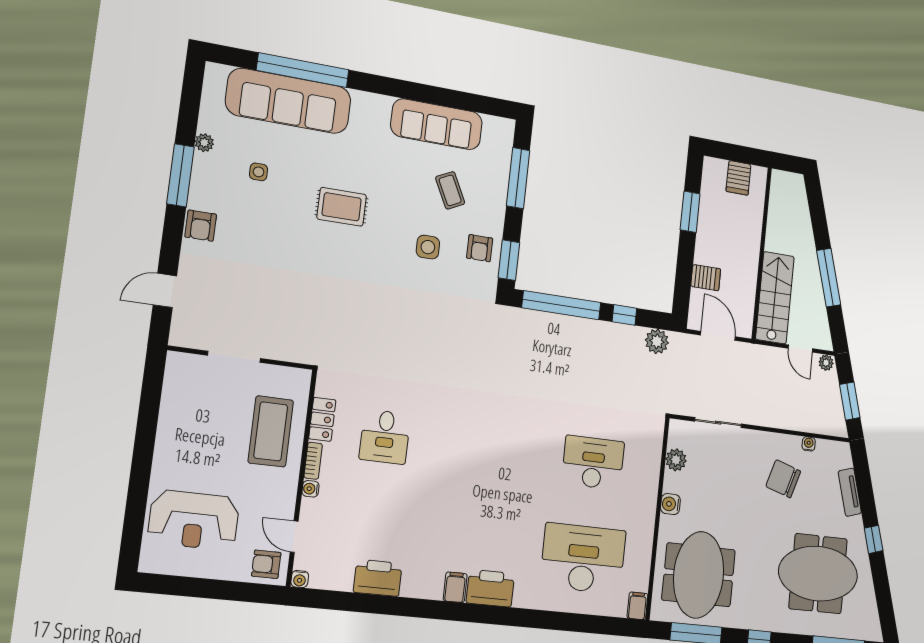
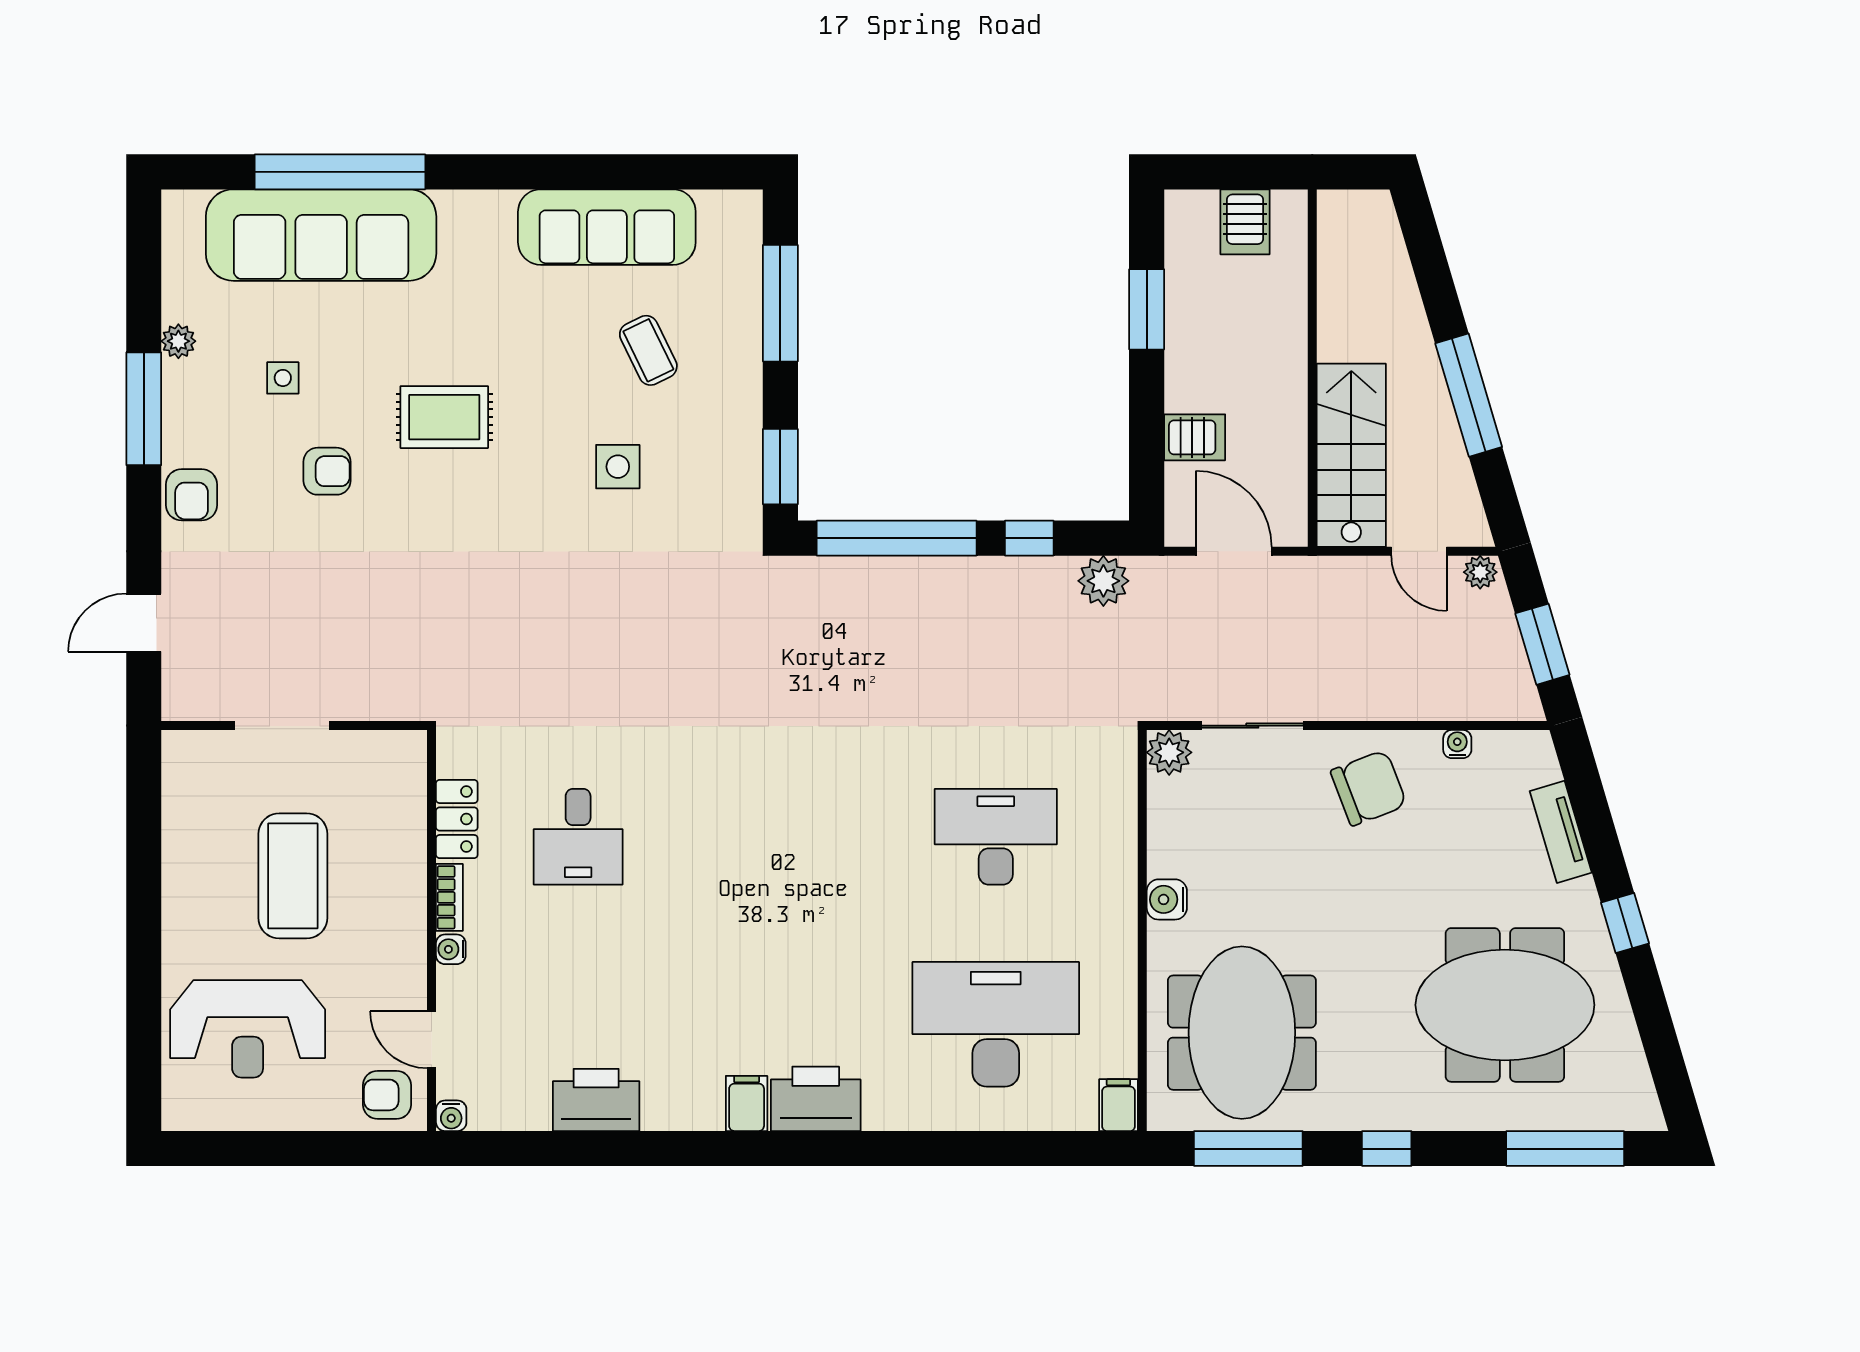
armchair: (480, 248) -> (327, 471), moved, turned -90
coffee table: (271, 431) -> (293, 876), moved
plant: (676, 460) -> (1169, 752), moved
chair: (783, 479) -> (1369, 788), moved, turned 142

